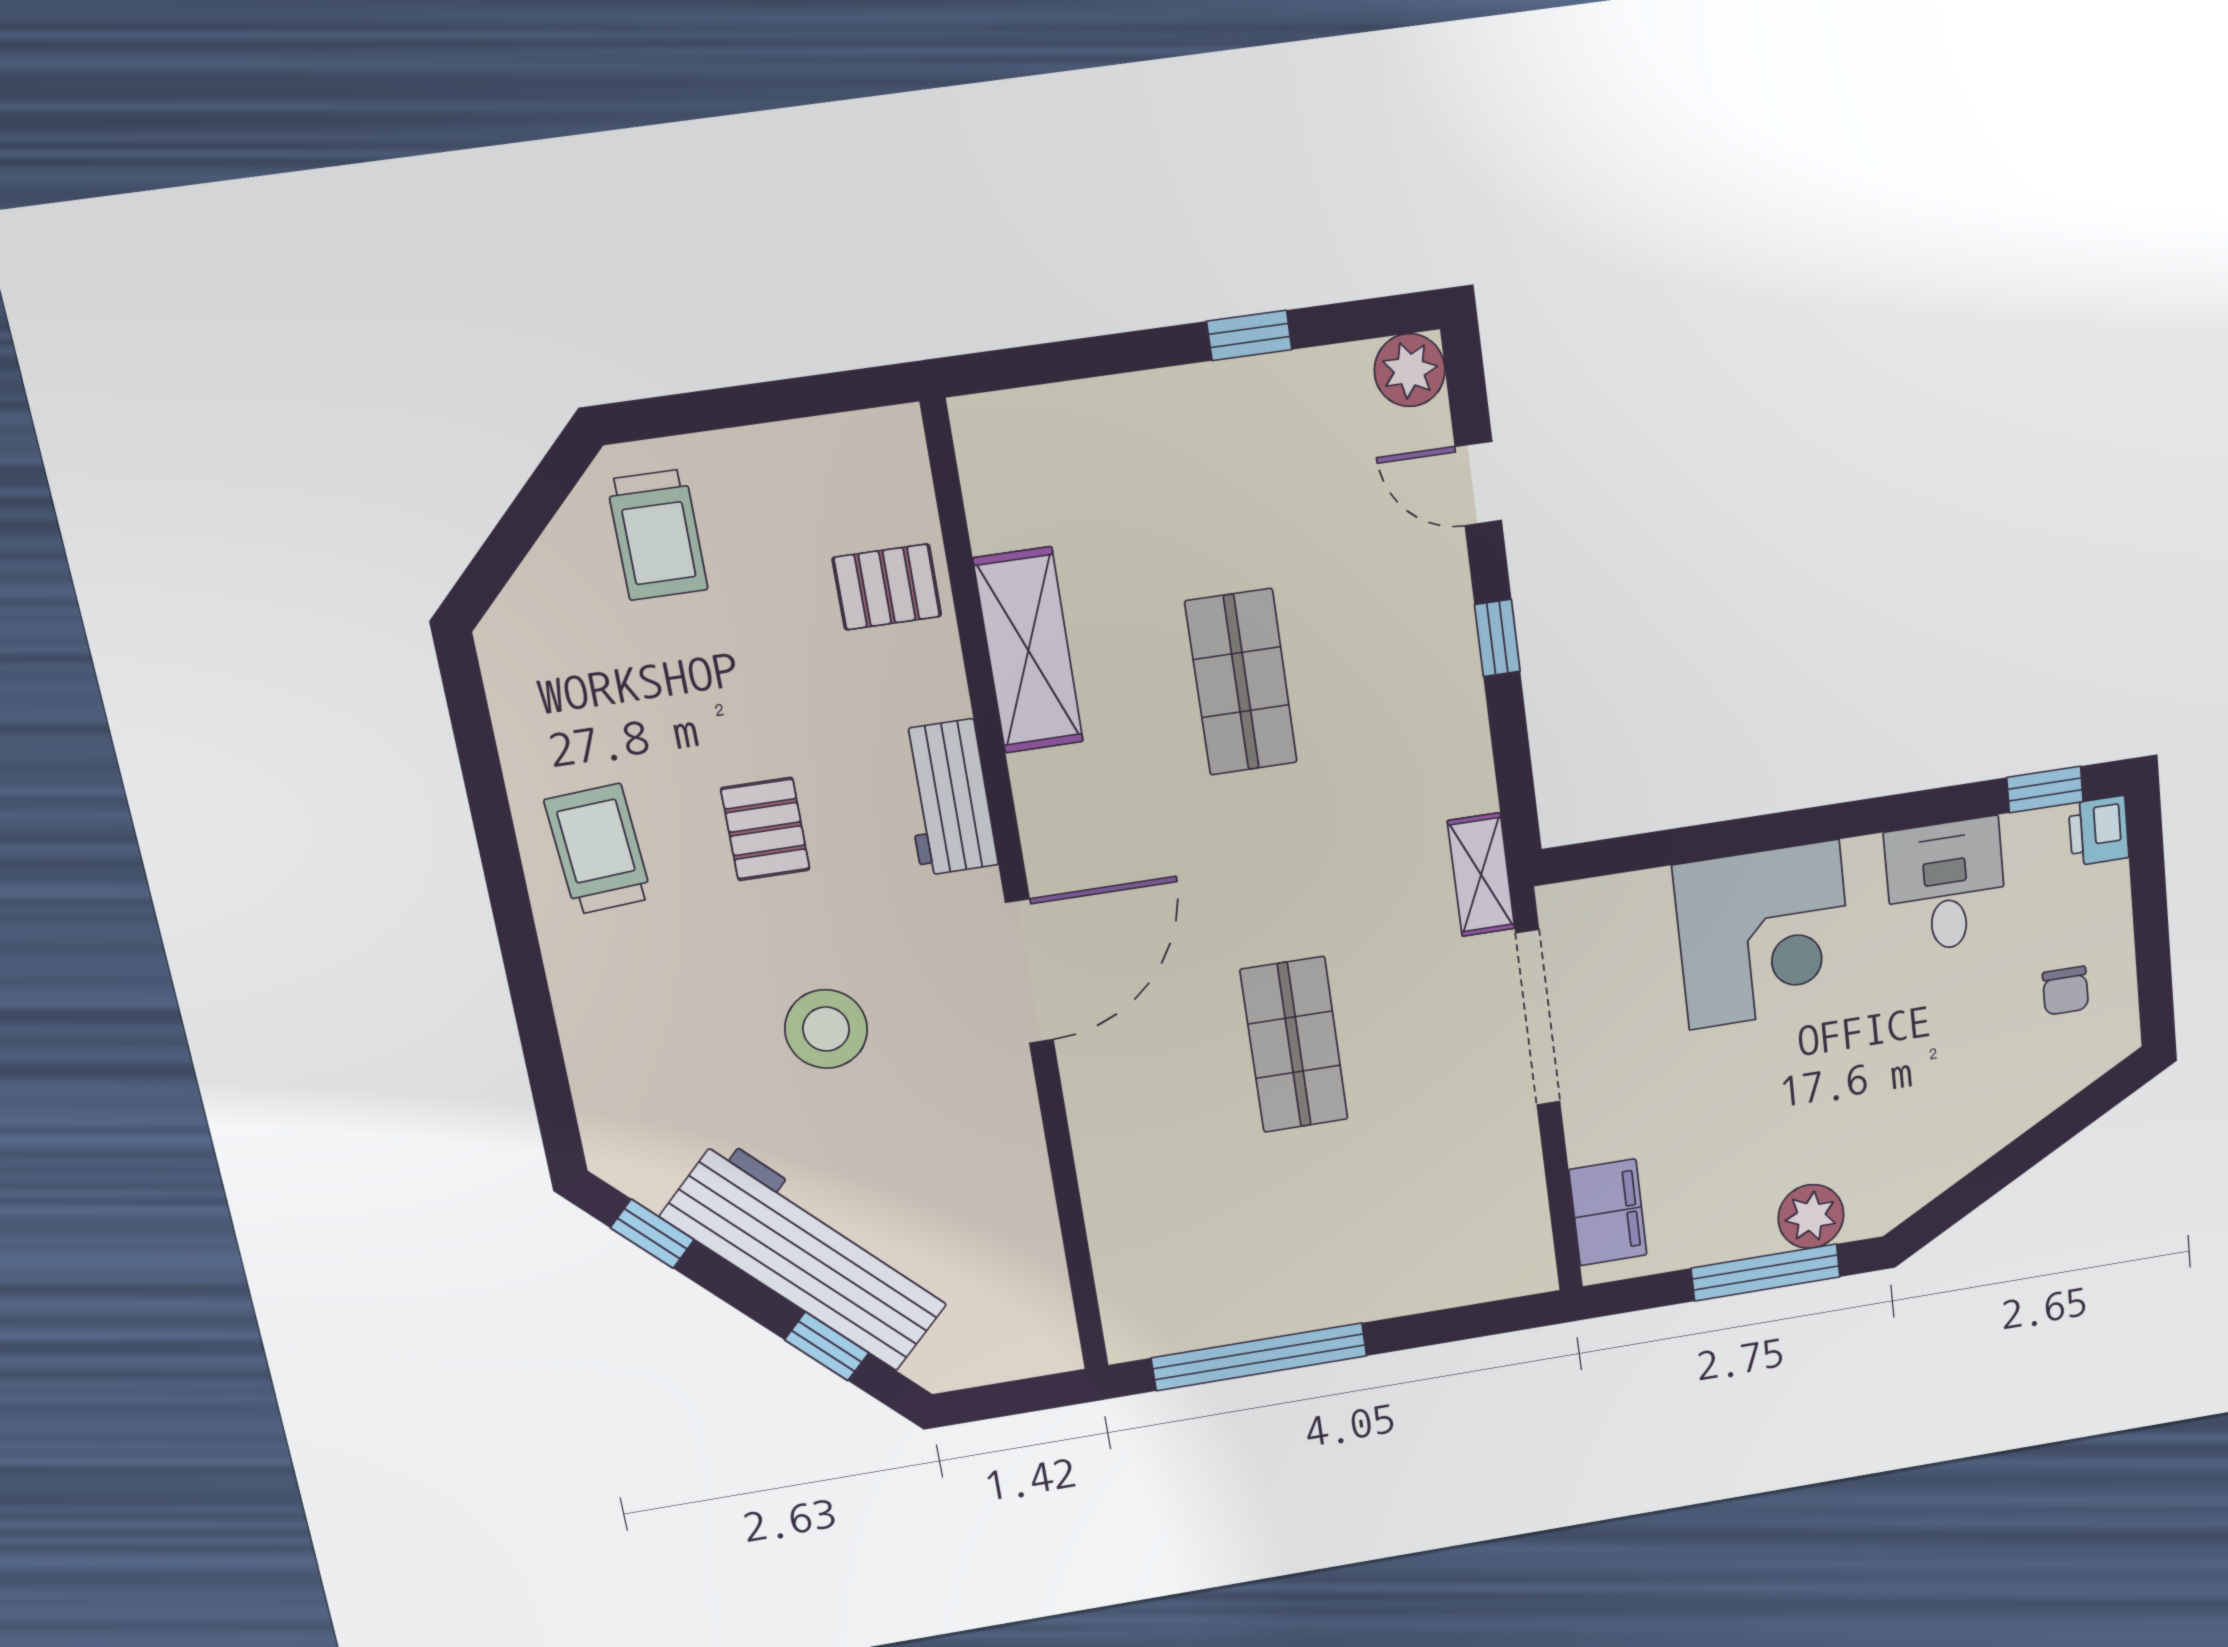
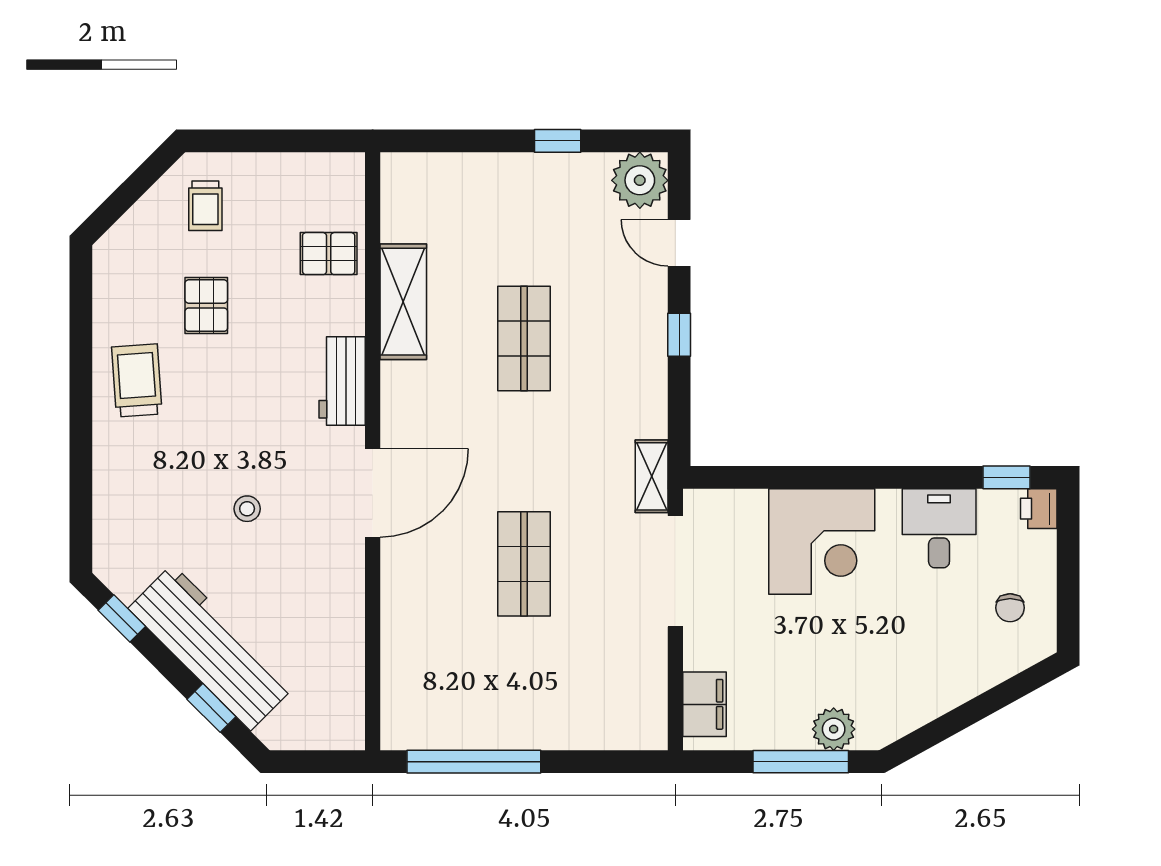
plant: (1410, 370) -> (640, 180), width x1.36, depth x1.36
trolley: (657, 535) -> (205, 206), width x0.73, depth x0.72
pallet: (765, 829) -> (206, 306), moved
stool: (826, 1029) -> (247, 509), width x0.53, depth x0.53

